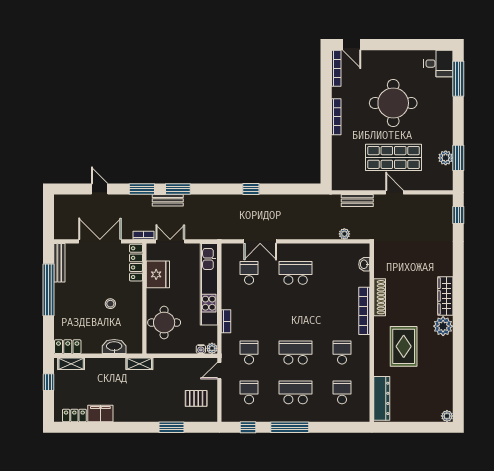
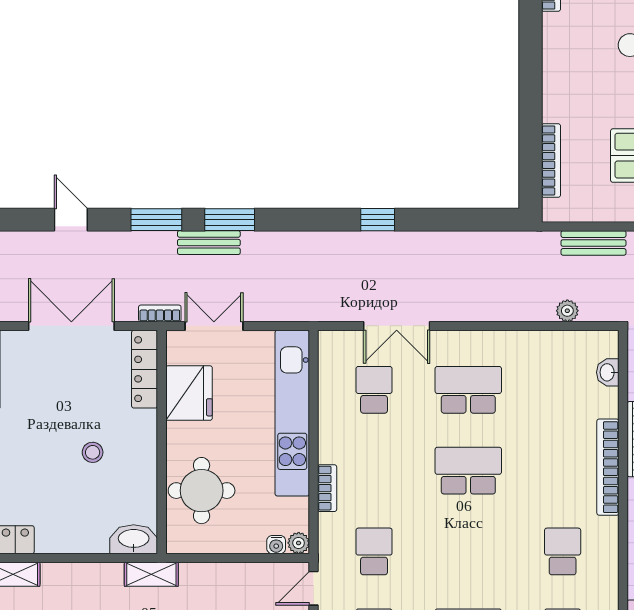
bookcase: (336, 117) -> (551, 160), moved
washbasin: (114, 347) -> (134, 539), moved
school desk: (296, 353) -> (468, 471), moved

